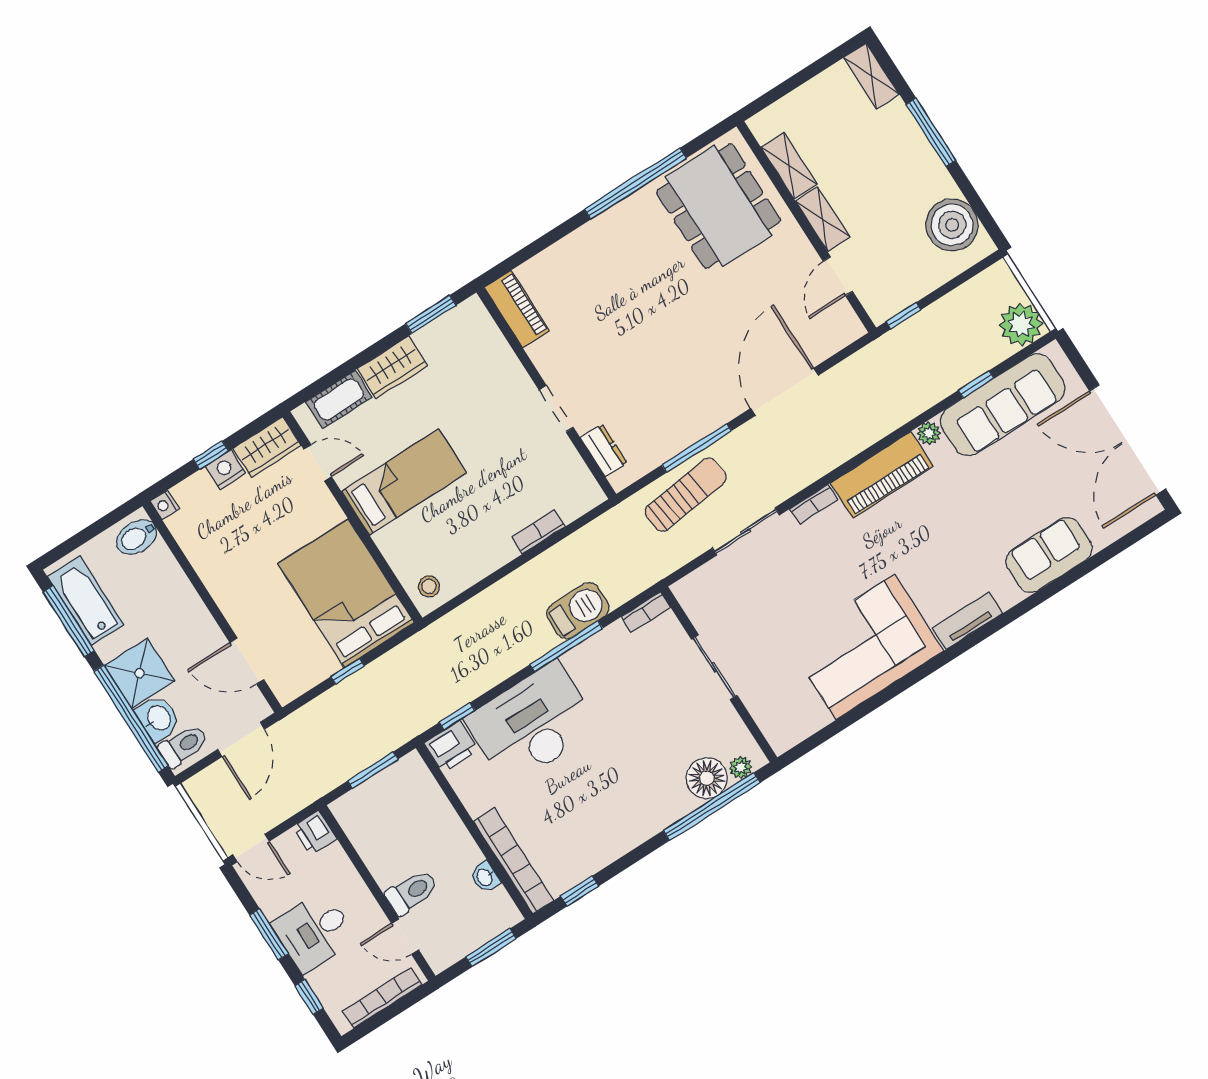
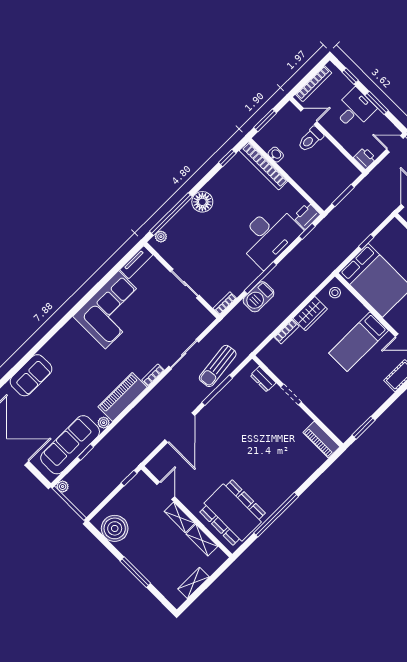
shelving: (871, 76) -> (193, 583), moved, turned 90
plant: (1021, 324) -> (63, 487), width x0.53, depth x0.53
wardrobe: (392, 367) -> (310, 314), moved, turned 180
tv unit: (967, 621) -> (136, 262), moved
floor lamp: (707, 778) -> (202, 202), moved

